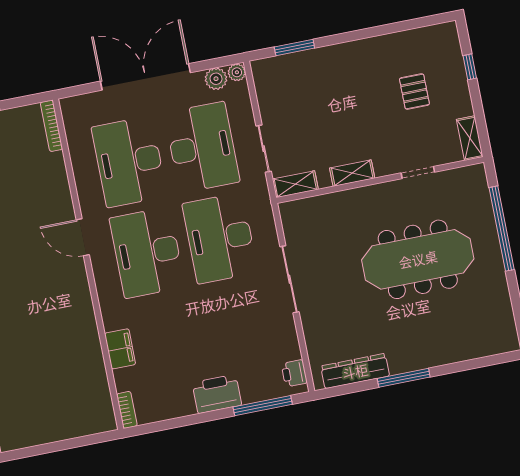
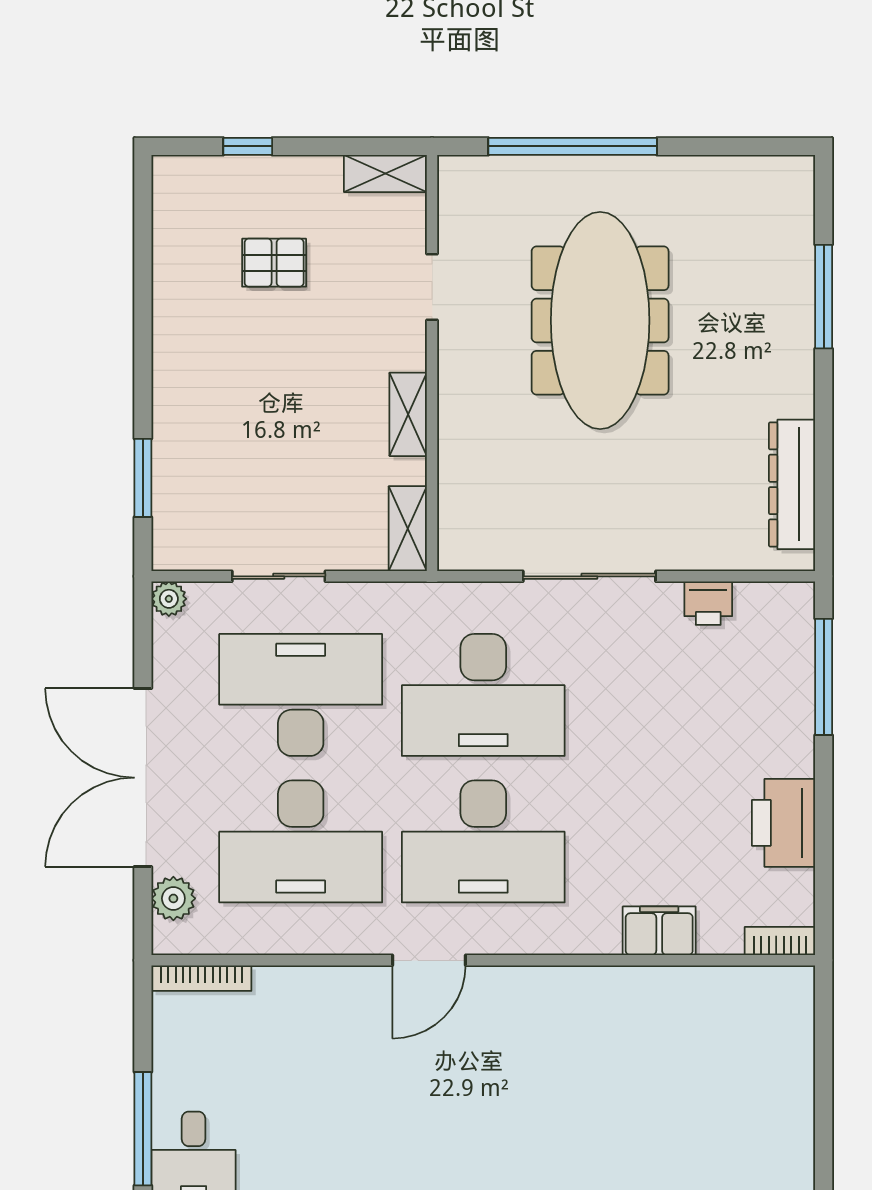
plant: (216, 79) -> (173, 898), moved
sliding door: (264, 149) -> (279, 576), moved
printer: (294, 373) -> (708, 603), moved
window: (404, 378) -> (824, 297), moved
printer: (217, 394) -> (783, 823), moved

